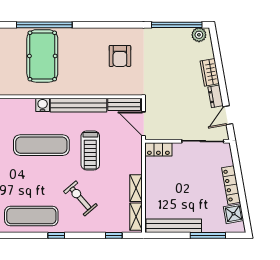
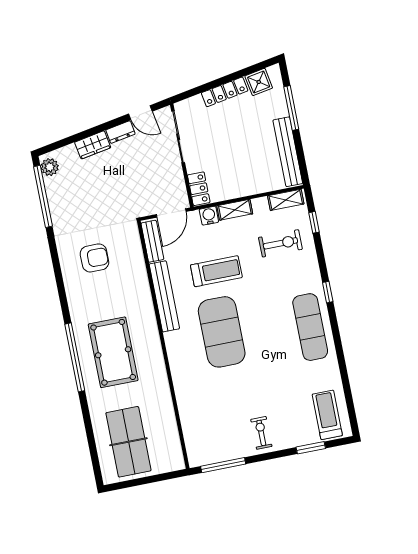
pool table: (42, 56) -> (113, 352), turned 90
water cooler: (43, 105) -> (209, 216), moved, turned 90
exercise mat: (41, 145) -> (222, 332), width x1.47
shelving: (136, 188) -> (235, 210), moved
exercise bike: (80, 198) -> (280, 243), moved, turned -139

